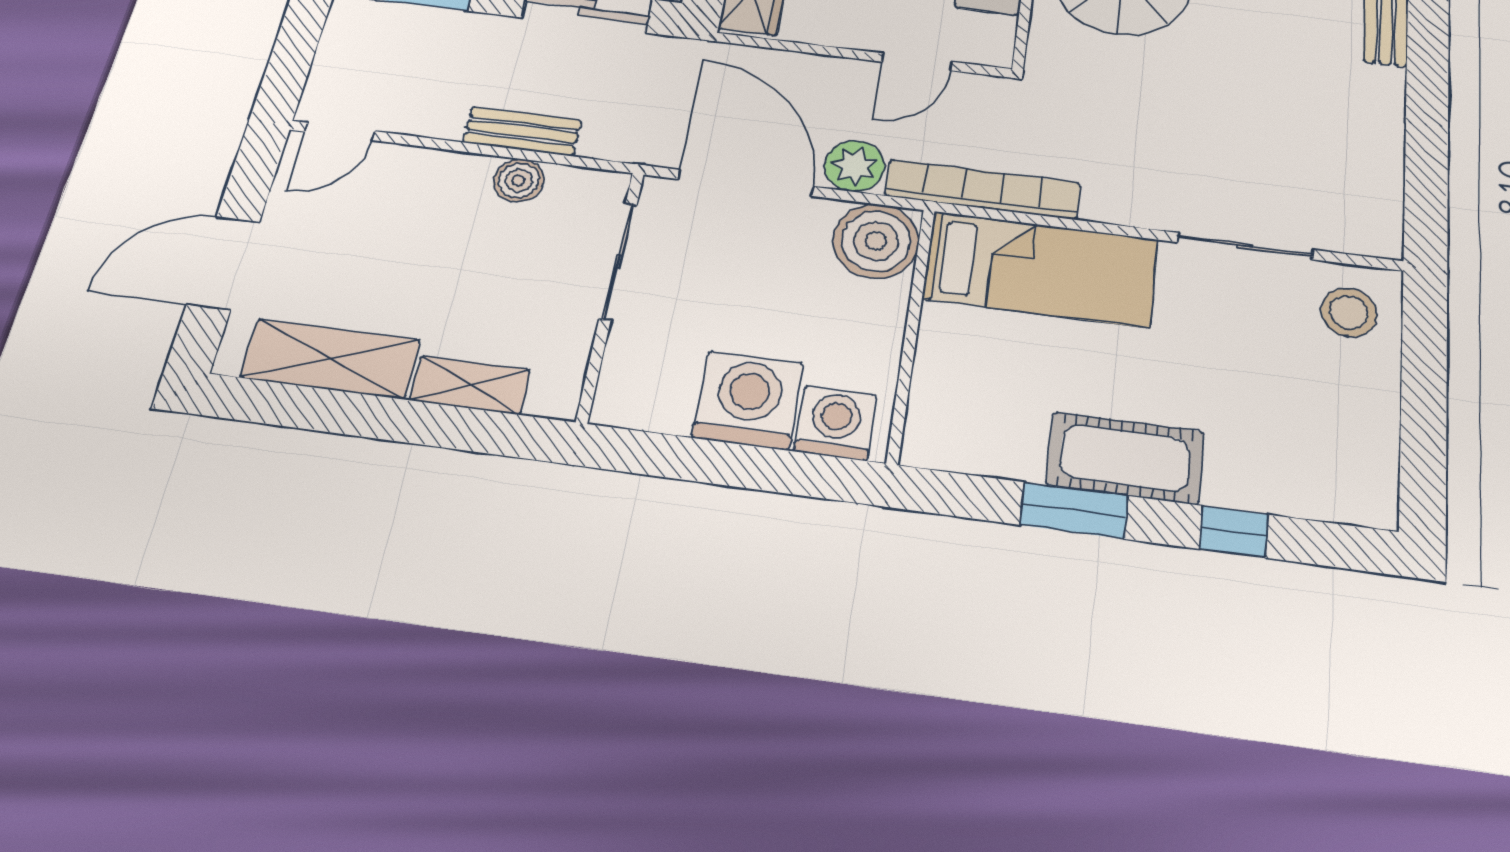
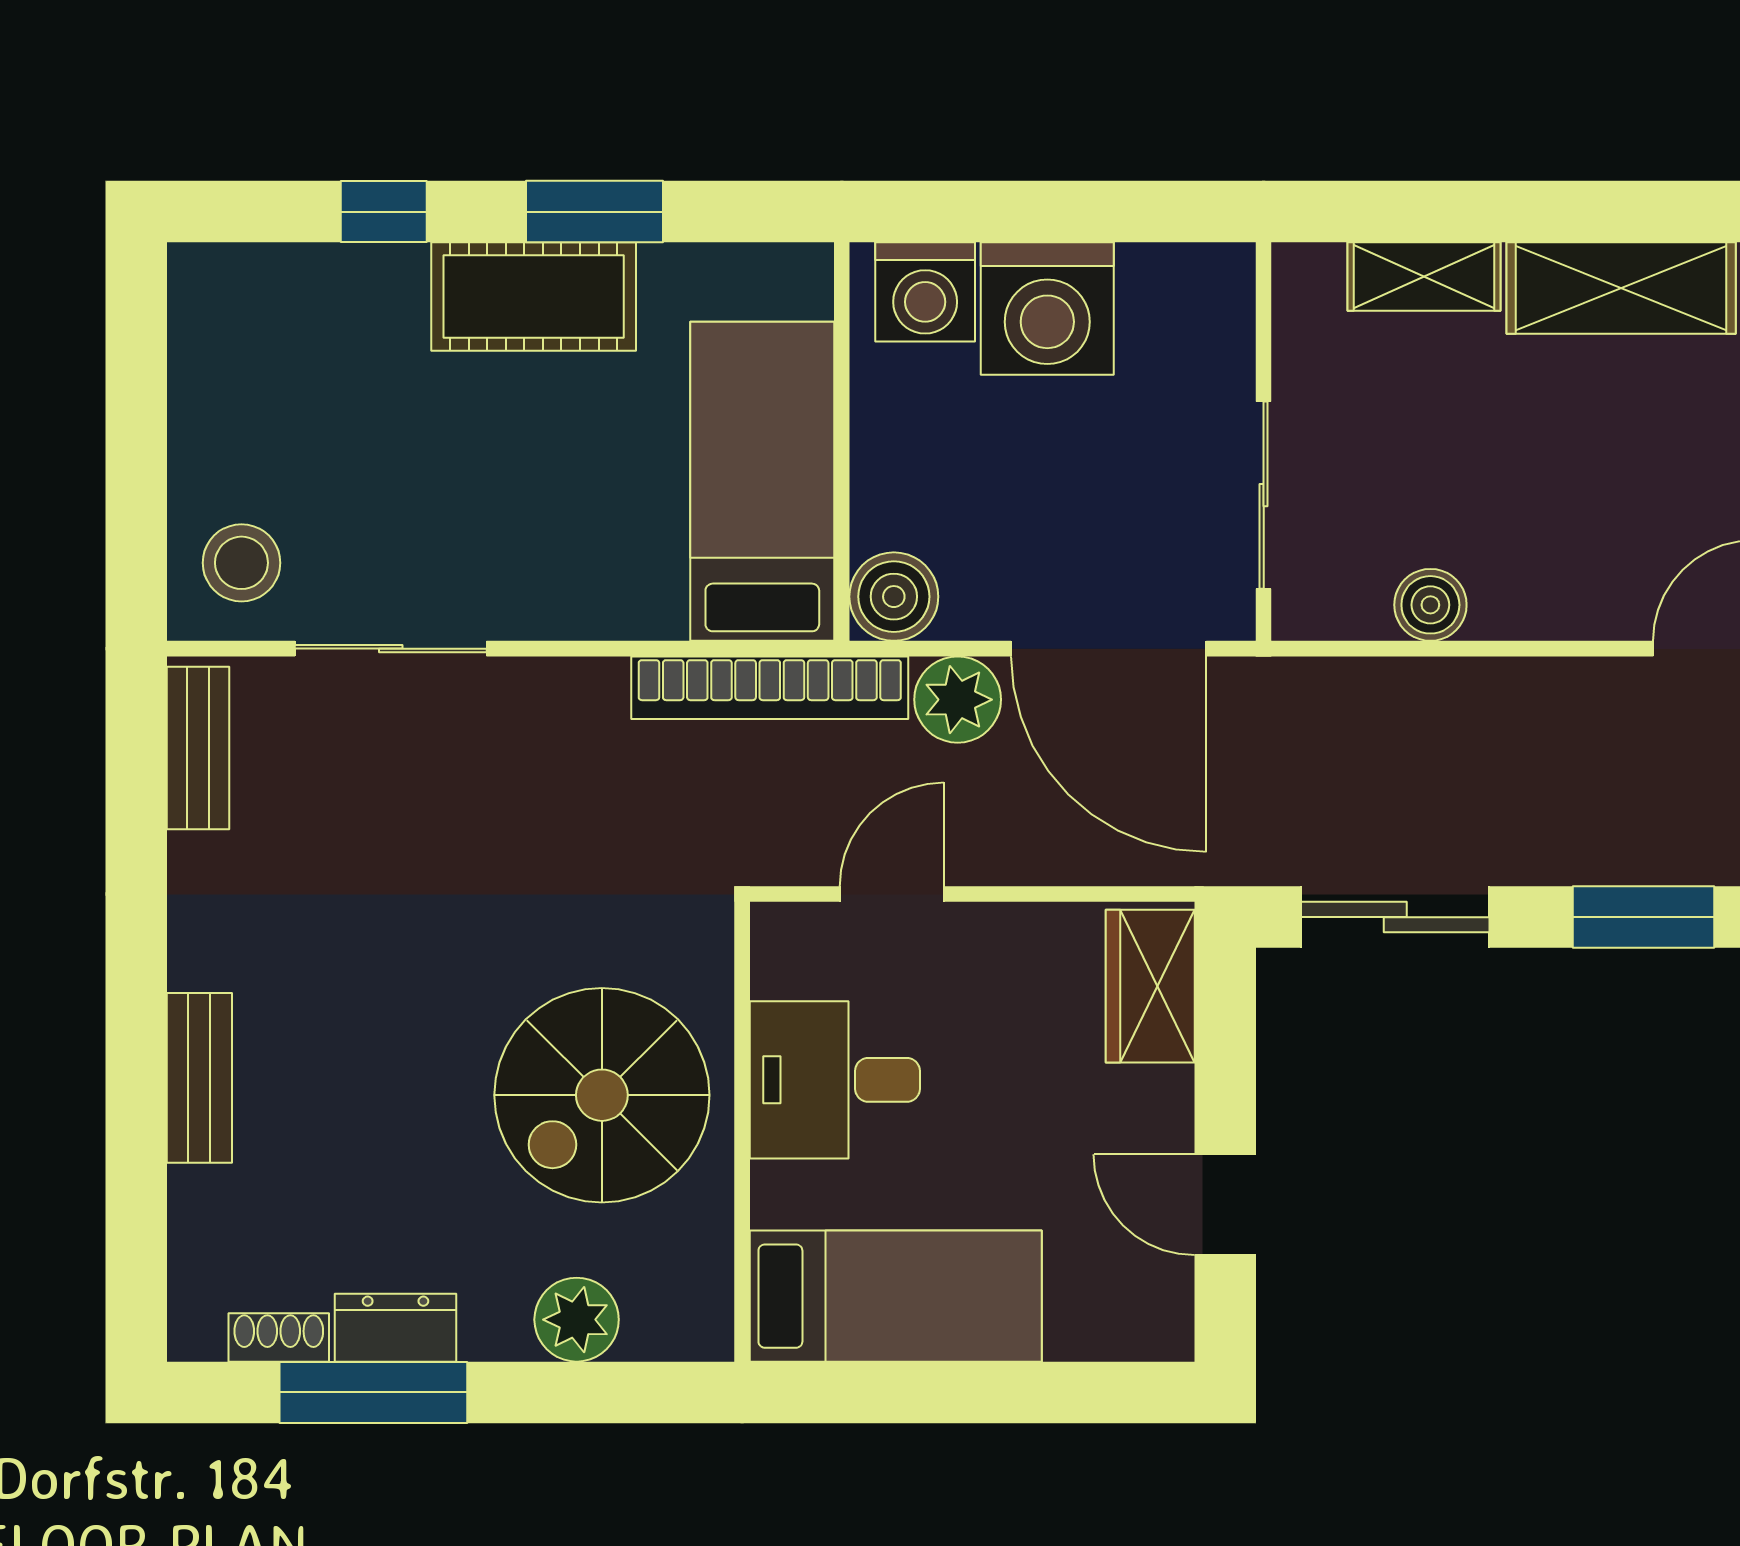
bench: (522, 131) -> (198, 748), moved, turned 90
boiler: (876, 241) -> (894, 597), width x0.73, depth x0.73
bed: (1041, 269) -> (762, 481), moved, turned 90

